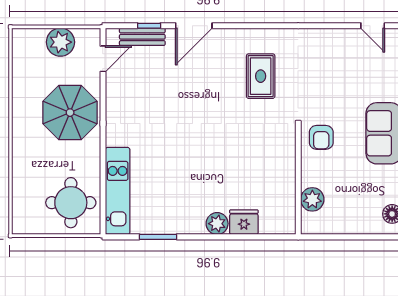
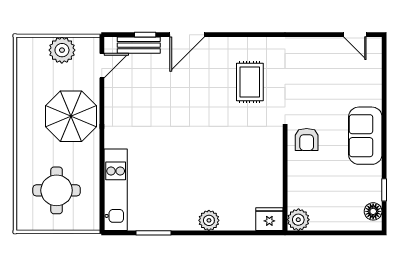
plant: (312, 199) -> (298, 220), moved
round table: (71, 203) -> (57, 190), moved
fridge: (244, 222) -> (269, 219), moved

